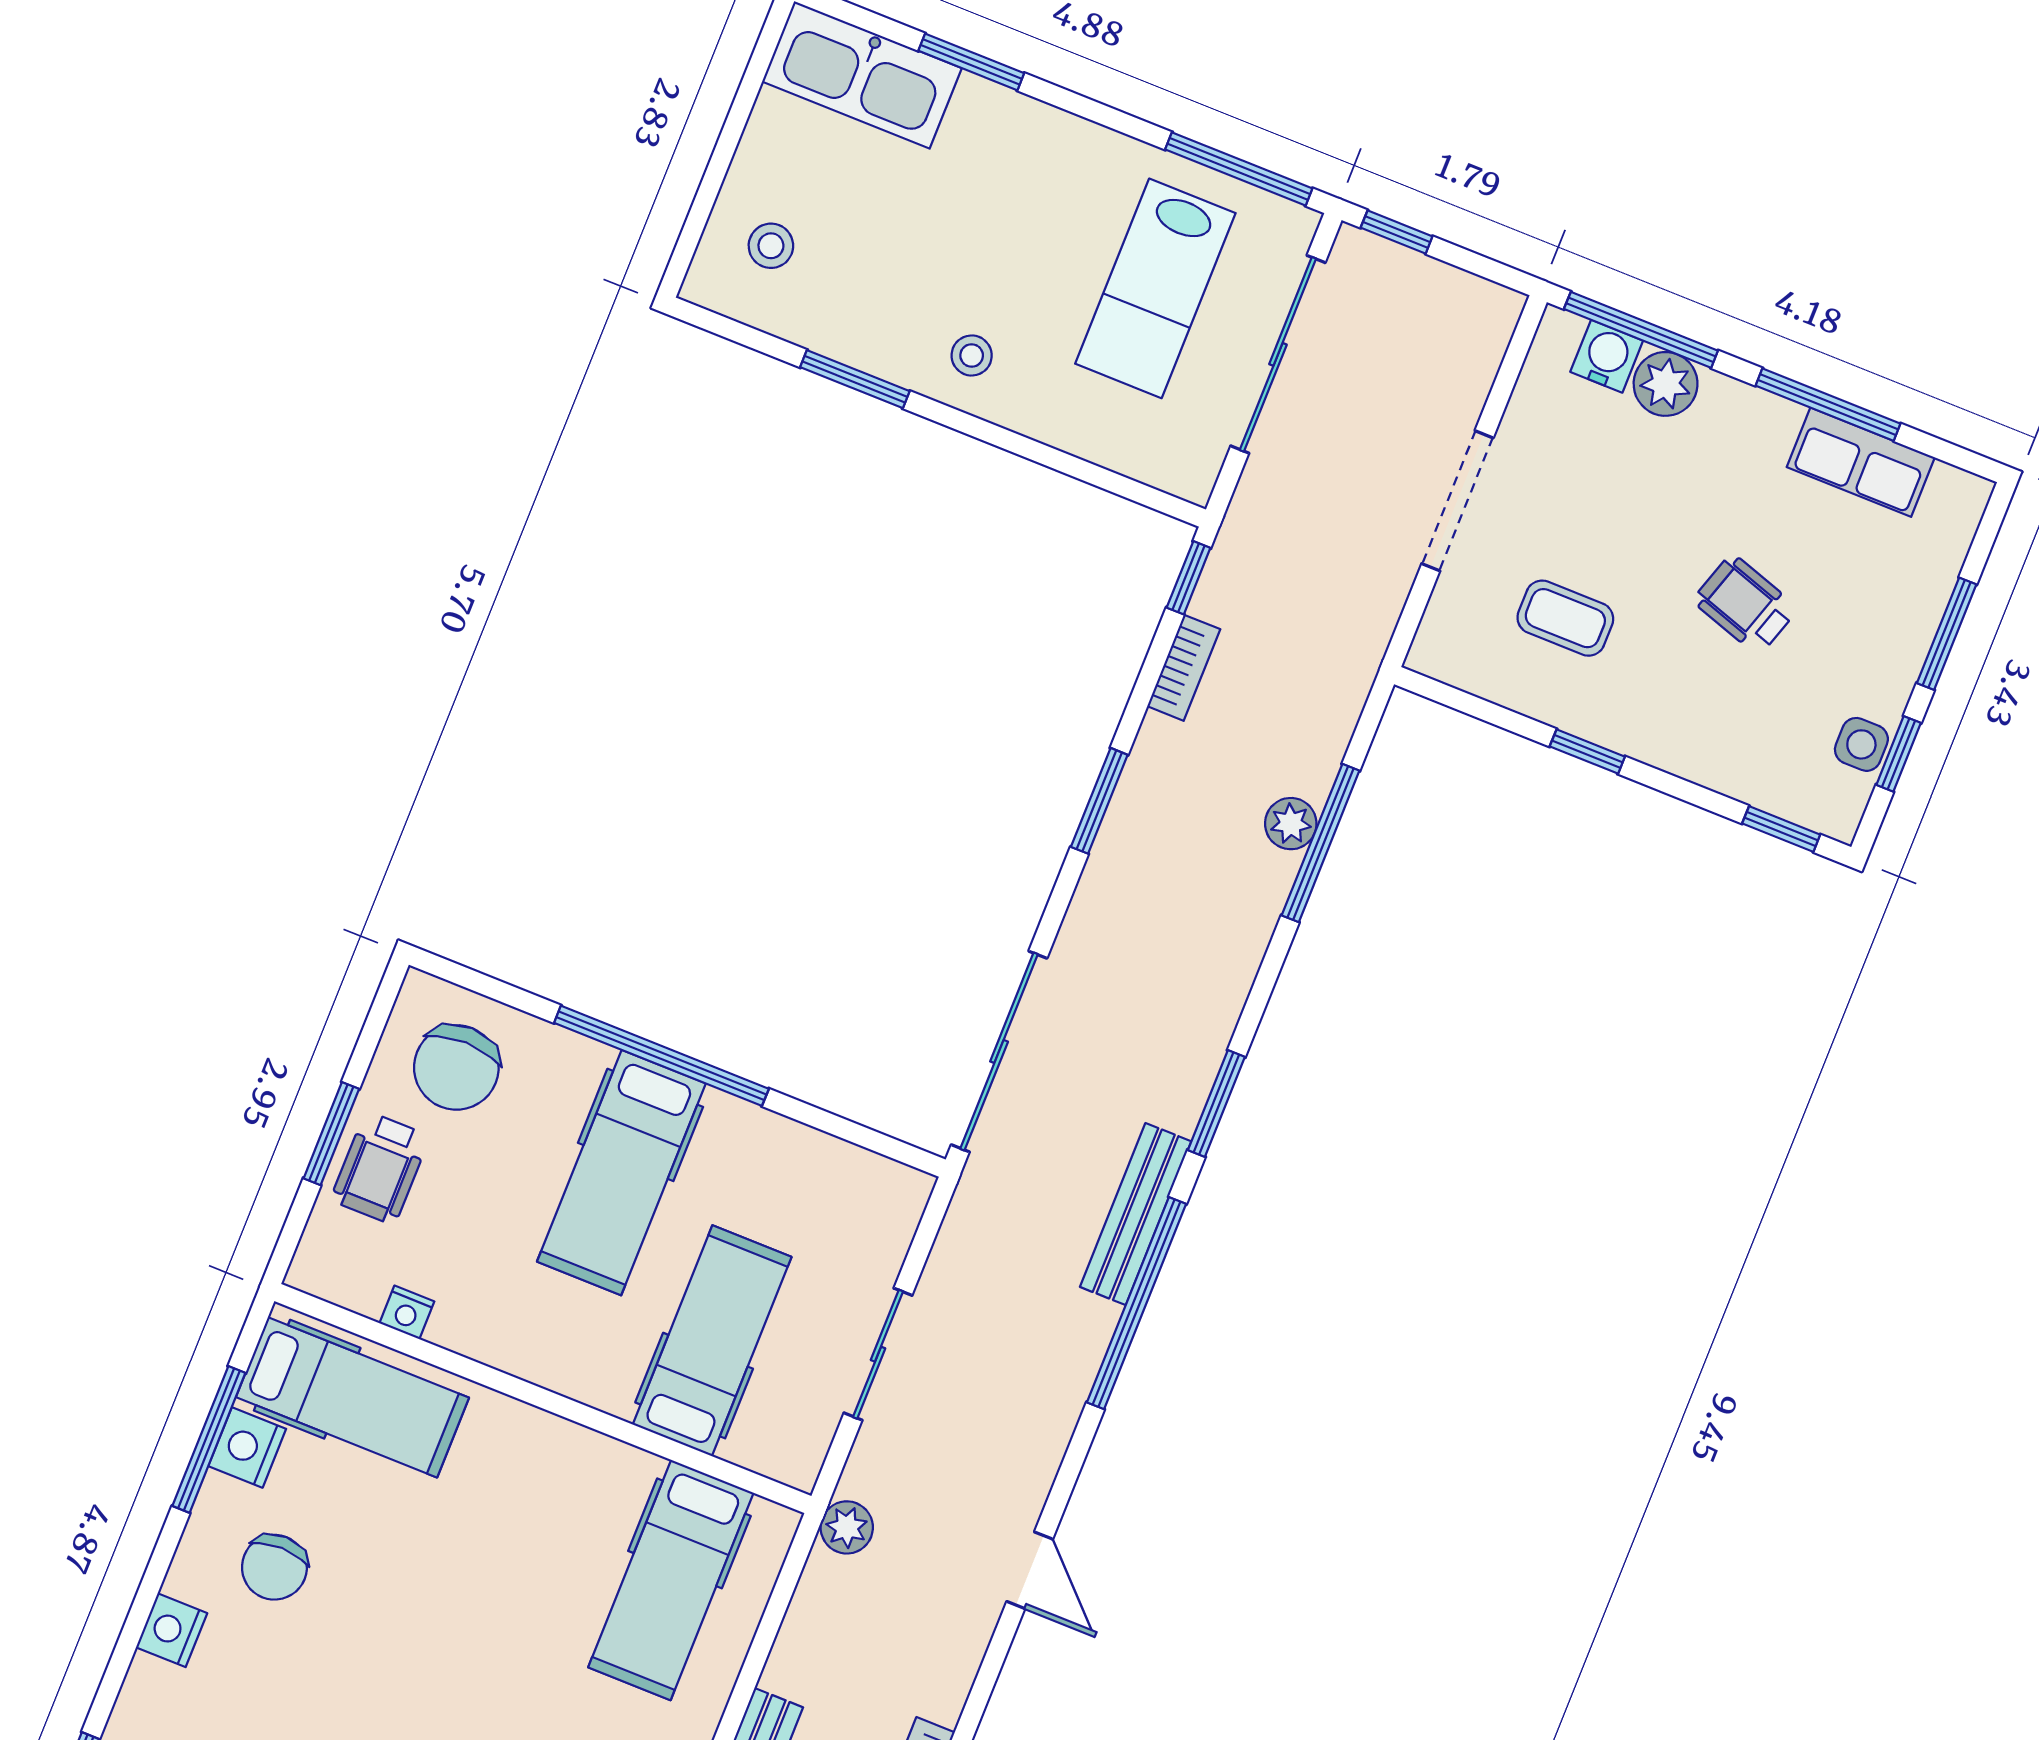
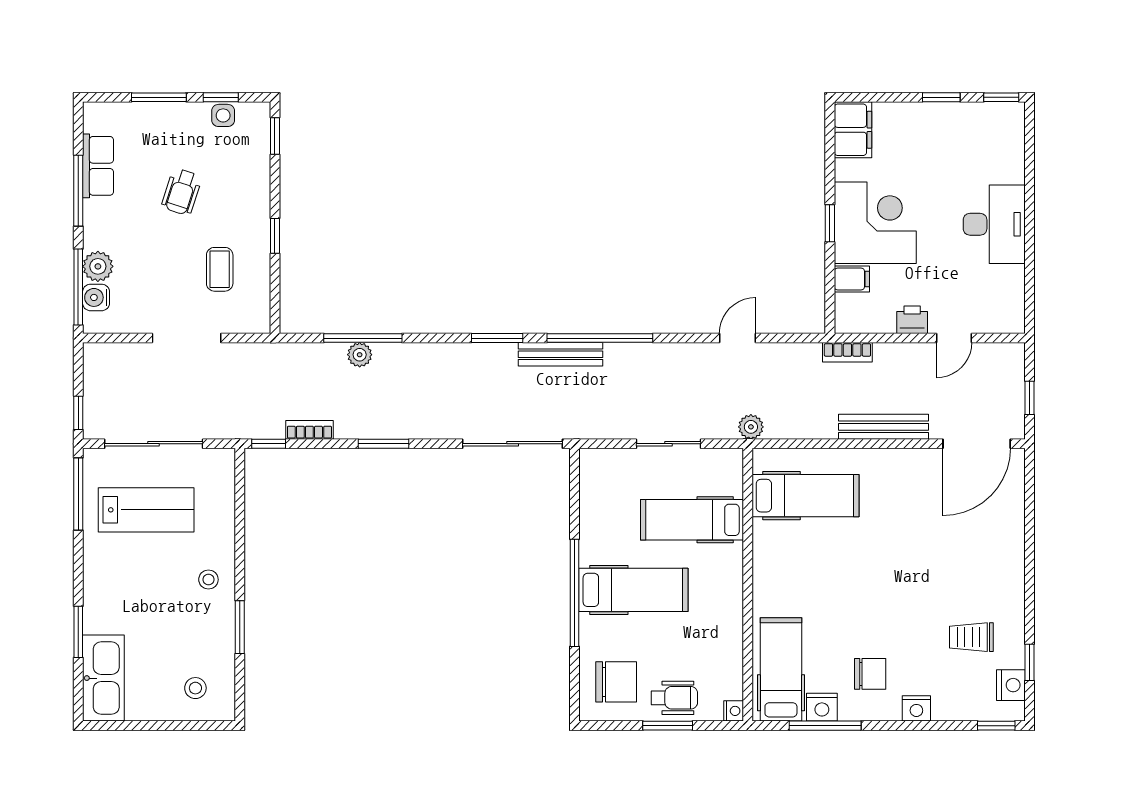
nightstand: (407, 1312) -> (734, 711), moved

